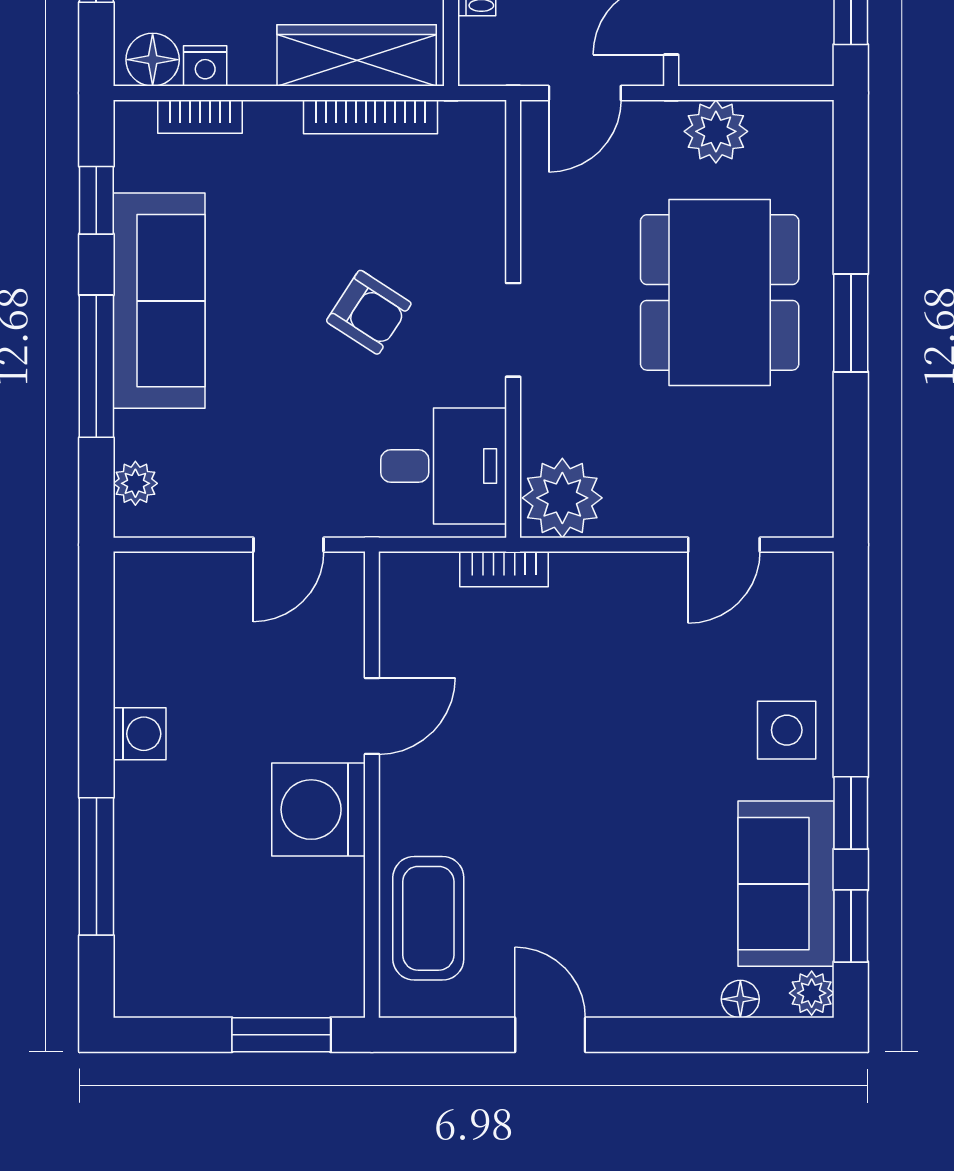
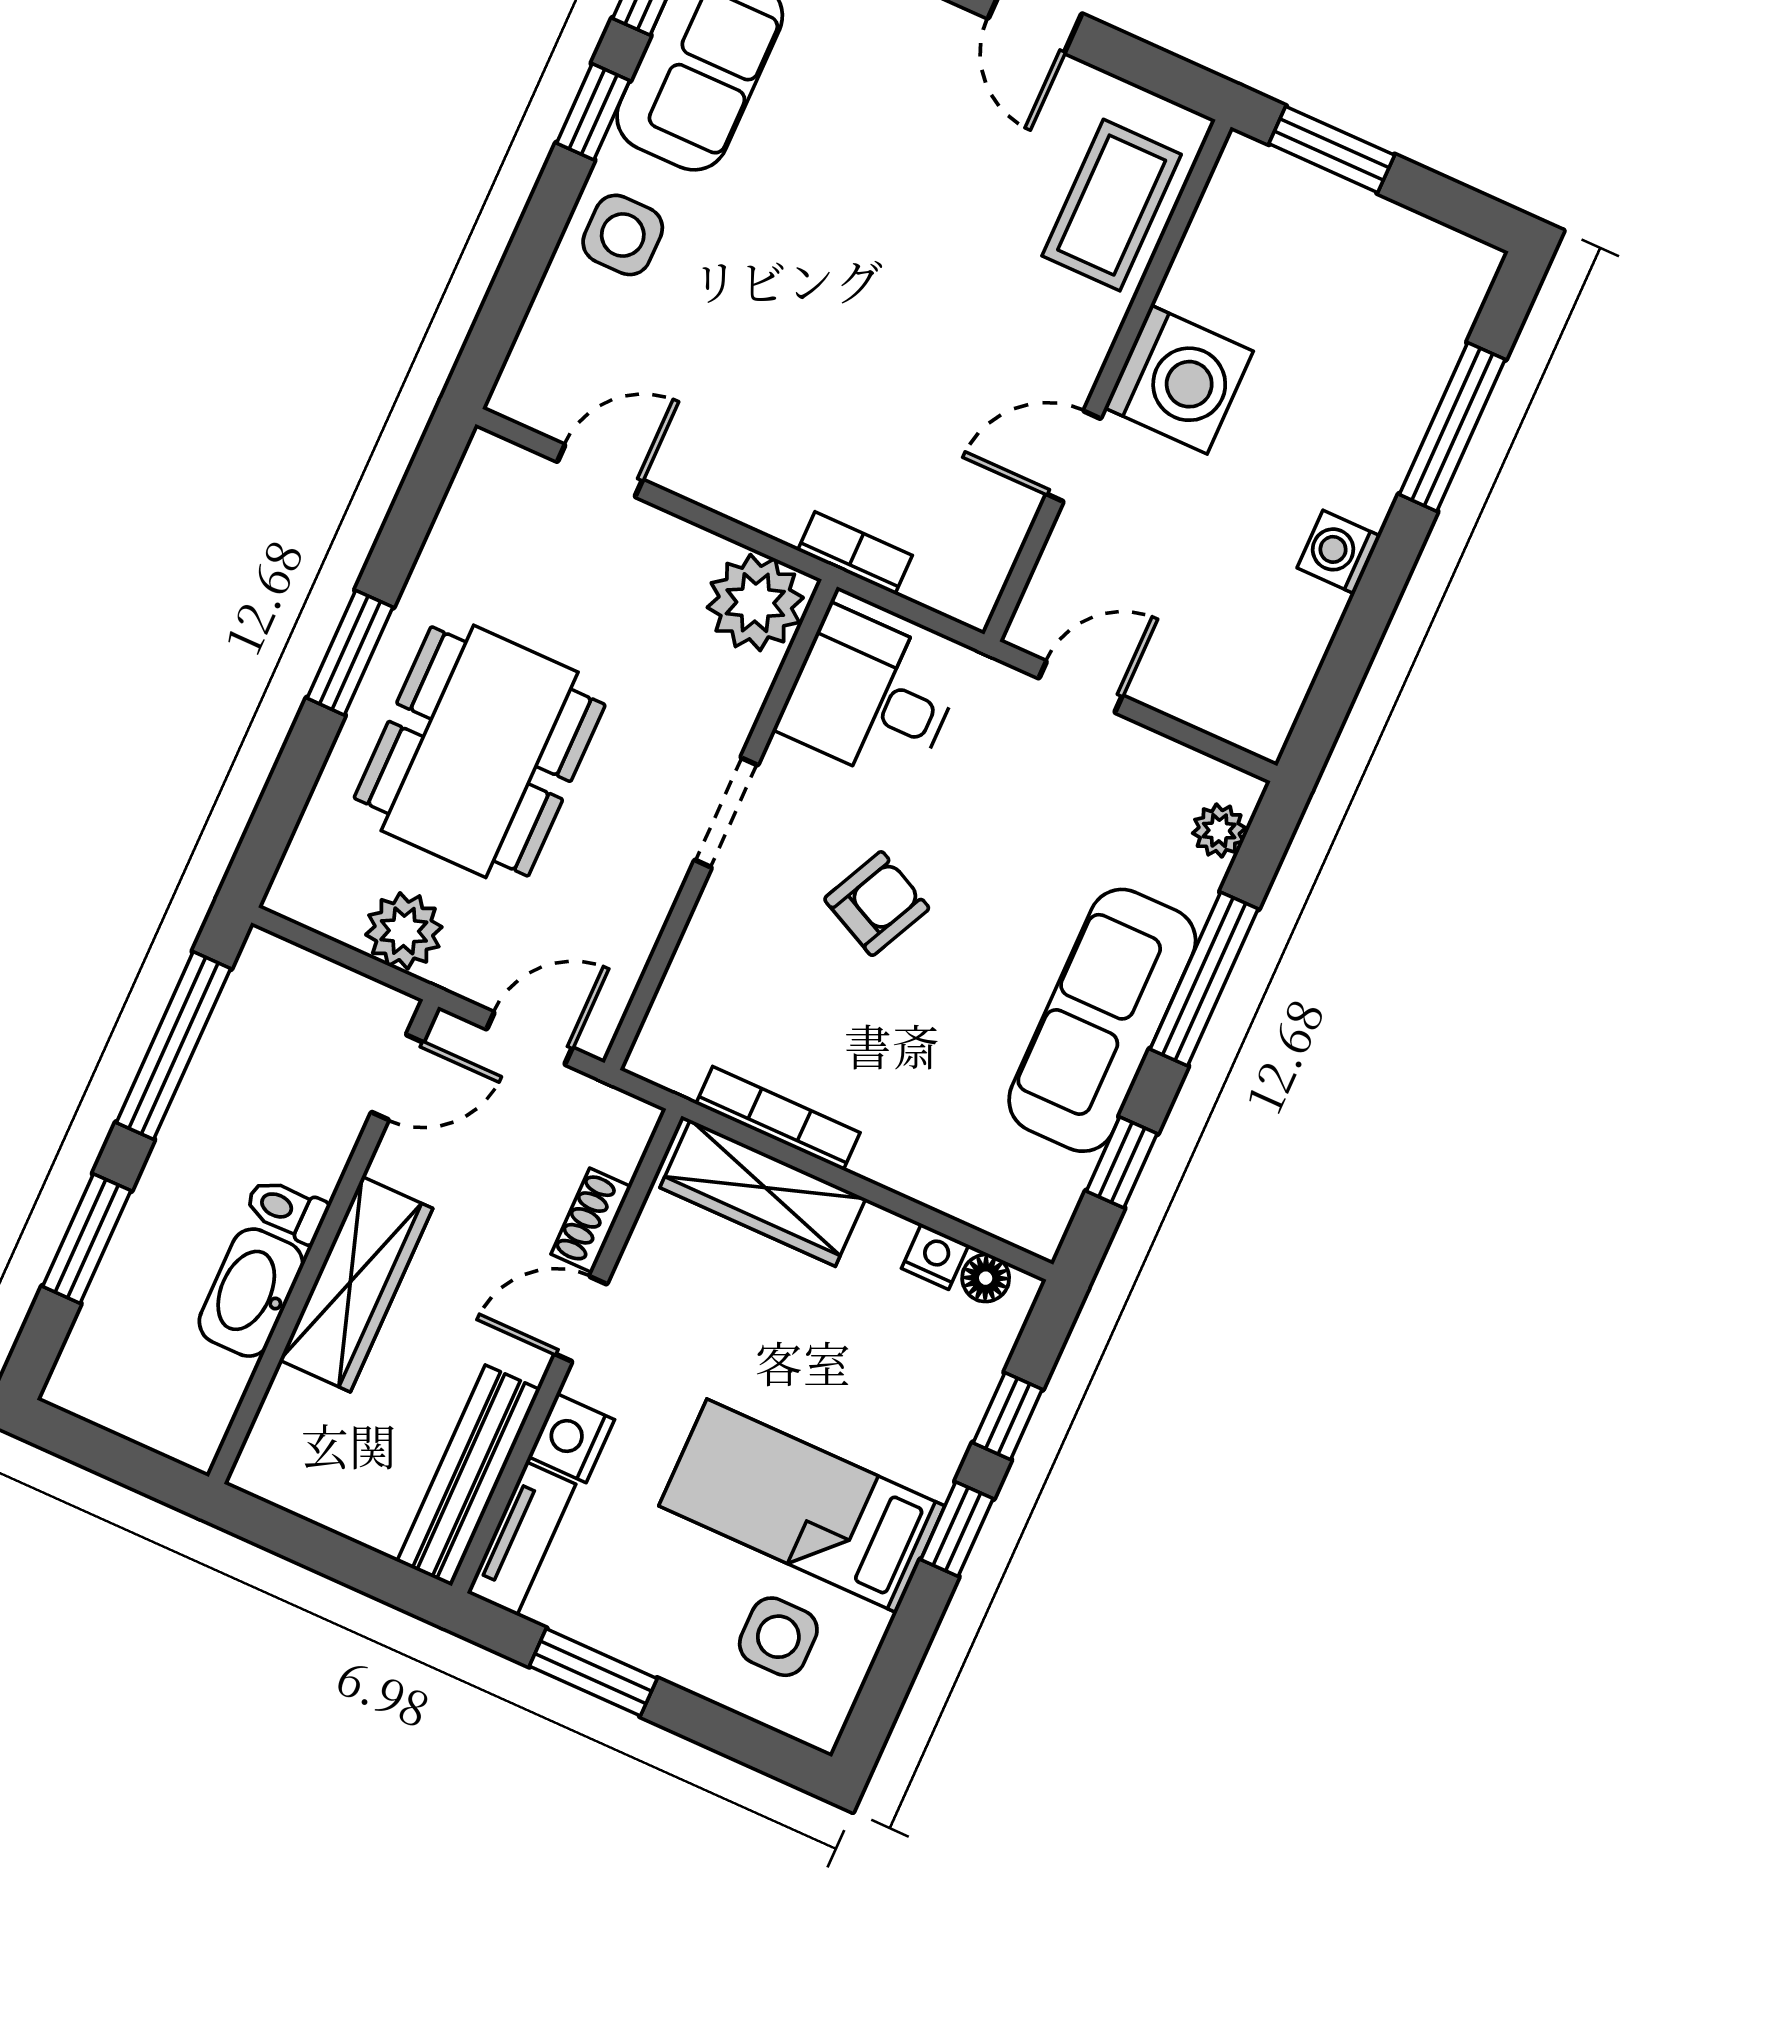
floor lamp: (153, 60) -> (986, 1278), width x0.73, depth x0.73
bookcase: (200, 117) -> (966, 1203), removed
armchair: (369, 312) -> (877, 904), turned 83

